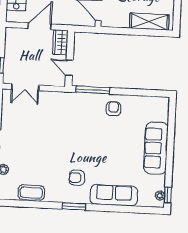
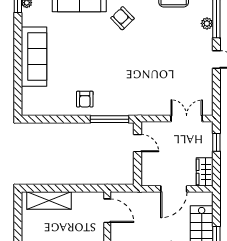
wardrobe: (60, 42) -> (205, 172), moved, turned 180
armchair: (77, 178) -> (122, 18), turned -134

